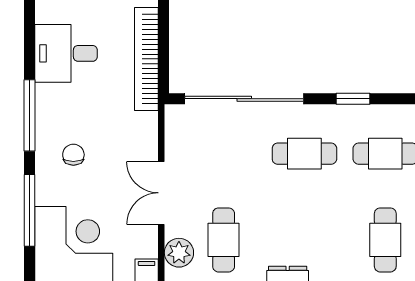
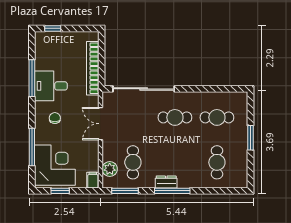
desk: (66, 53) -> (51, 86), moved
window: (353, 99) -> (200, 89), removed
window: (29, 115) -> (32, 78), moved
double door: (161, 193) -> (100, 124), moved

